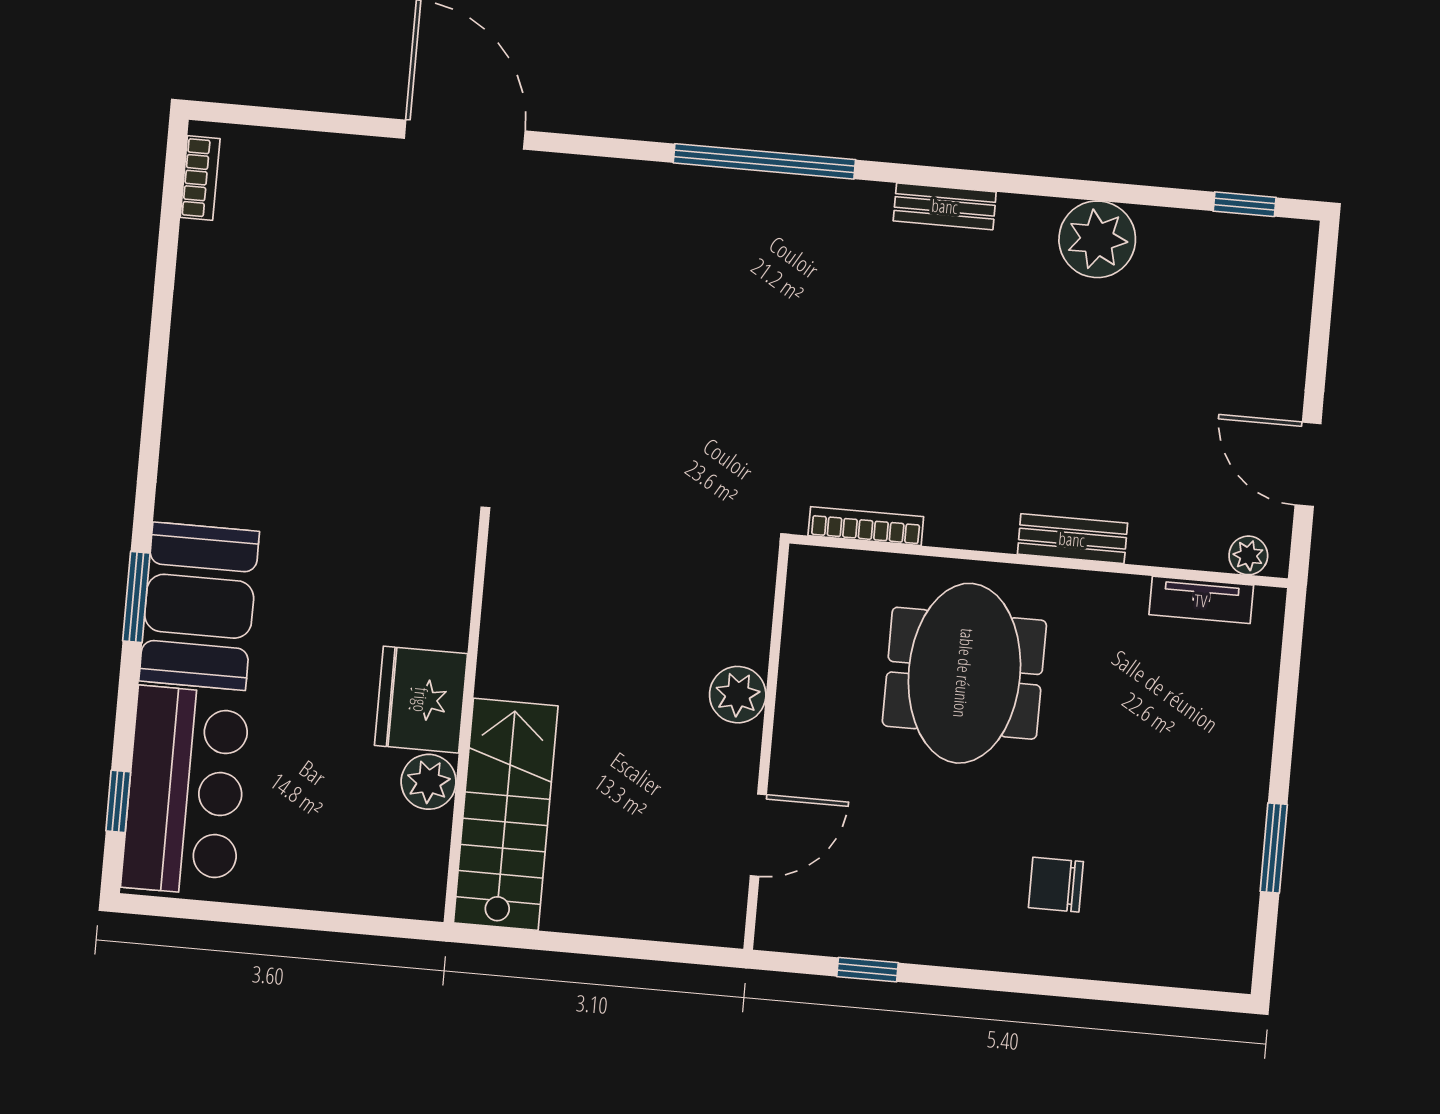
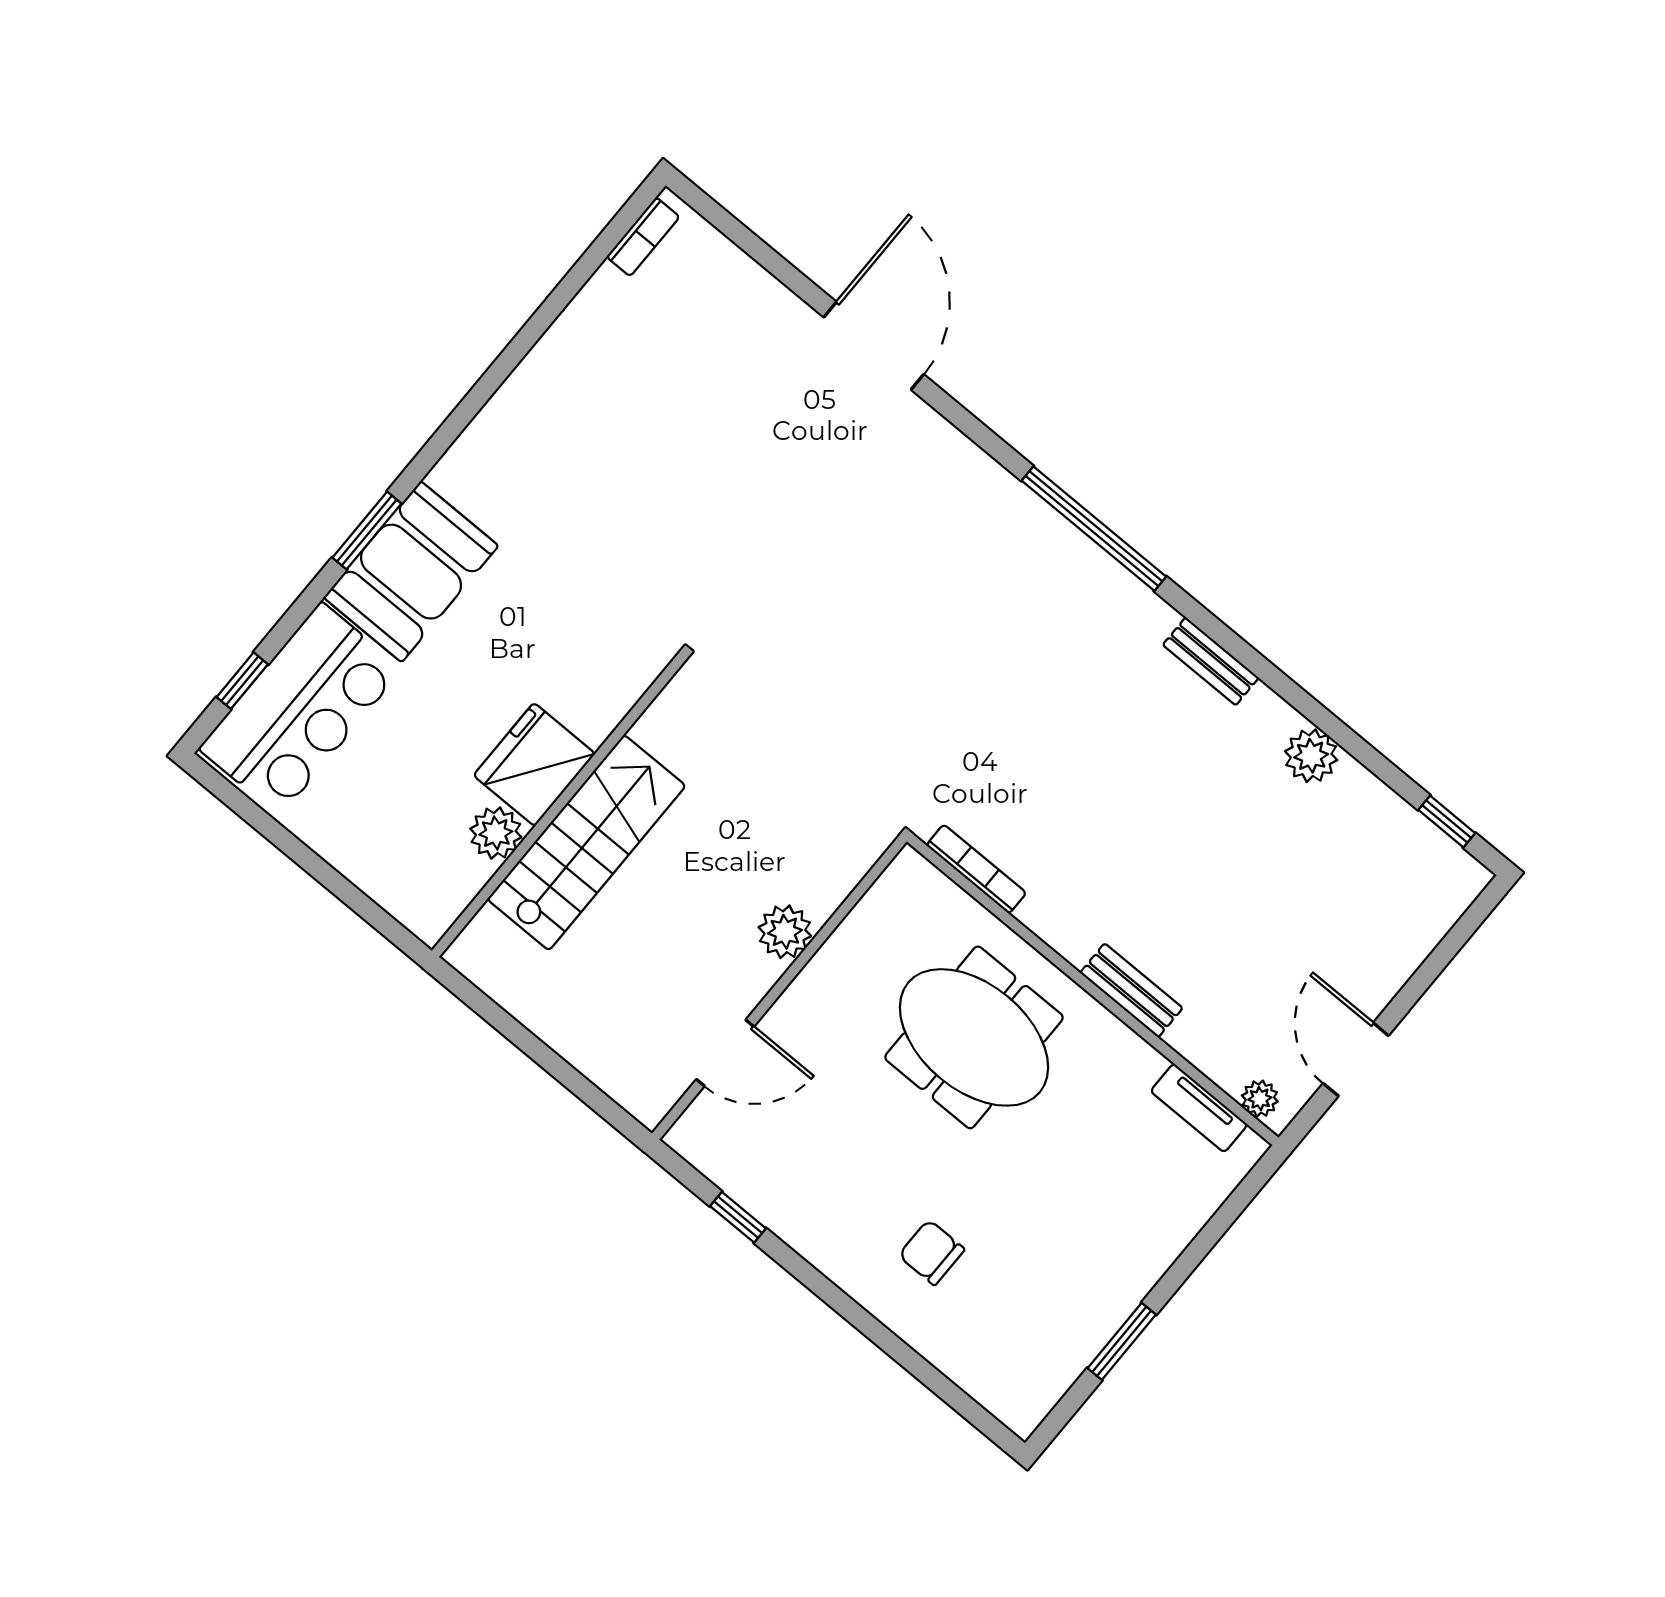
plant: (1097, 239) -> (1311, 756), width x0.73, depth x0.73
meeting table: (964, 673) -> (974, 1037), turned 90
stairs: (506, 814) -> (586, 843), moved

